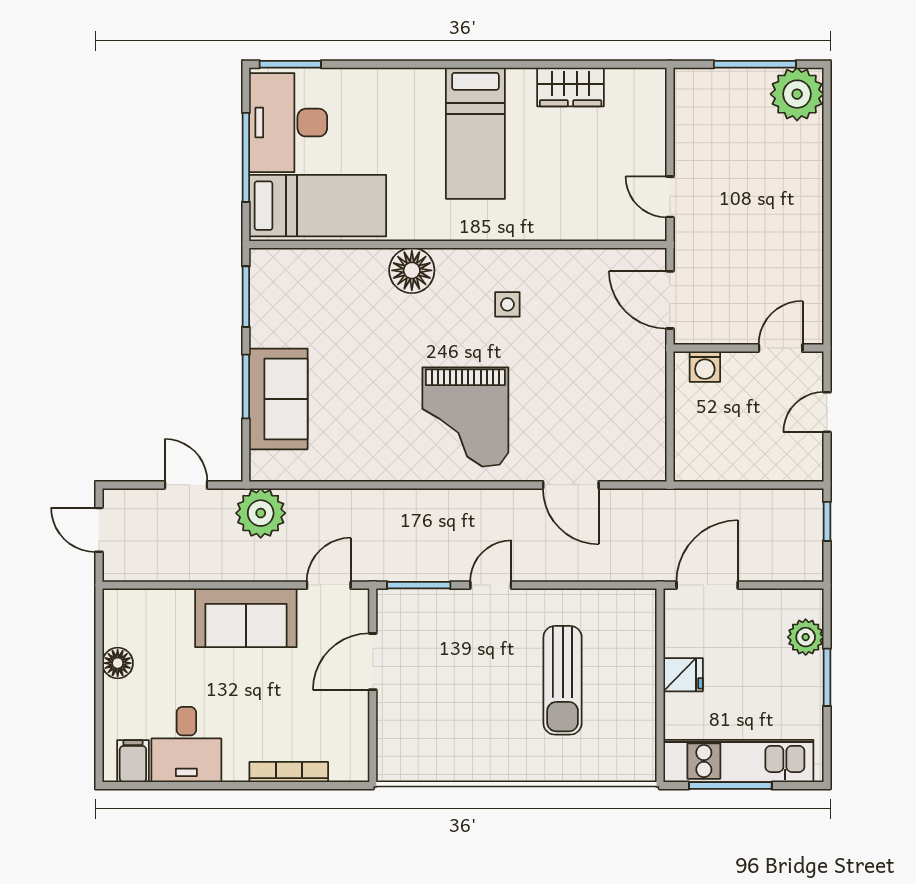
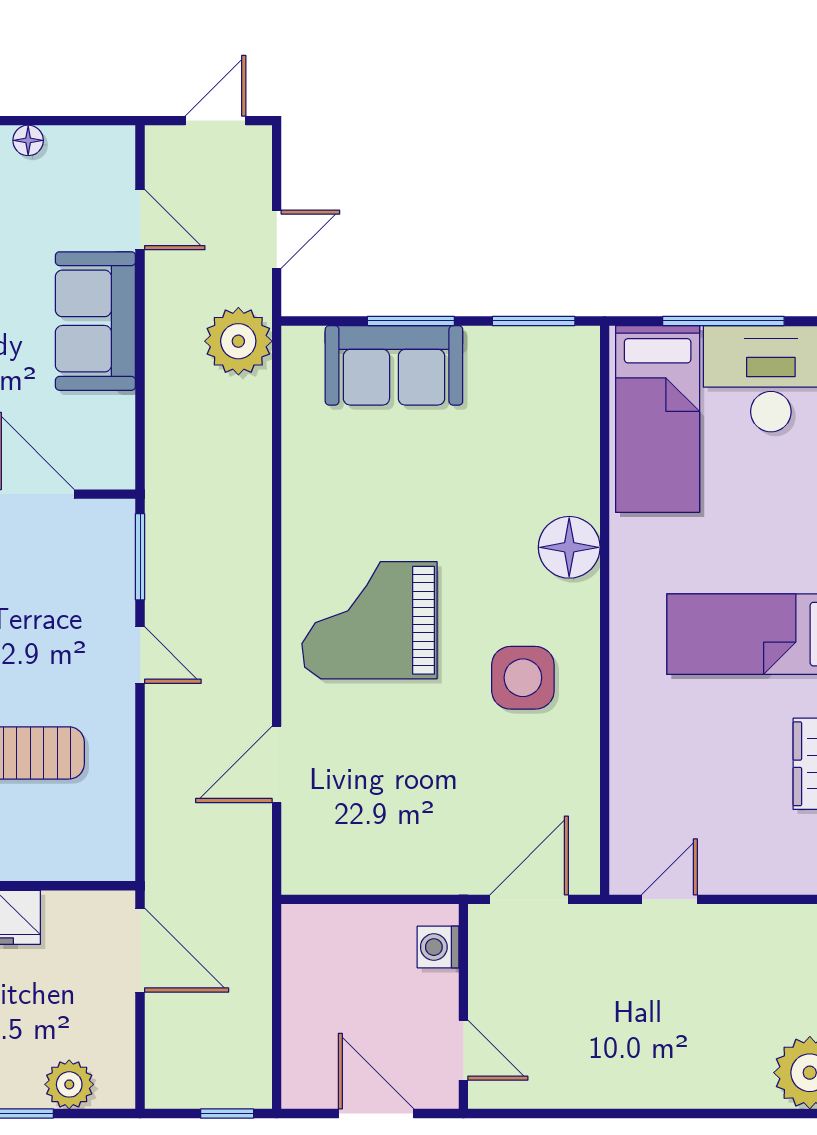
side table: (507, 304) -> (523, 678), width x1.87, depth x1.87
door: (827, 412) -> (376, 1113), width x1.38
door: (329, 585) -> (140, 220), moved
floor lamp: (118, 663) -> (28, 140), width x0.73, depth x0.73

